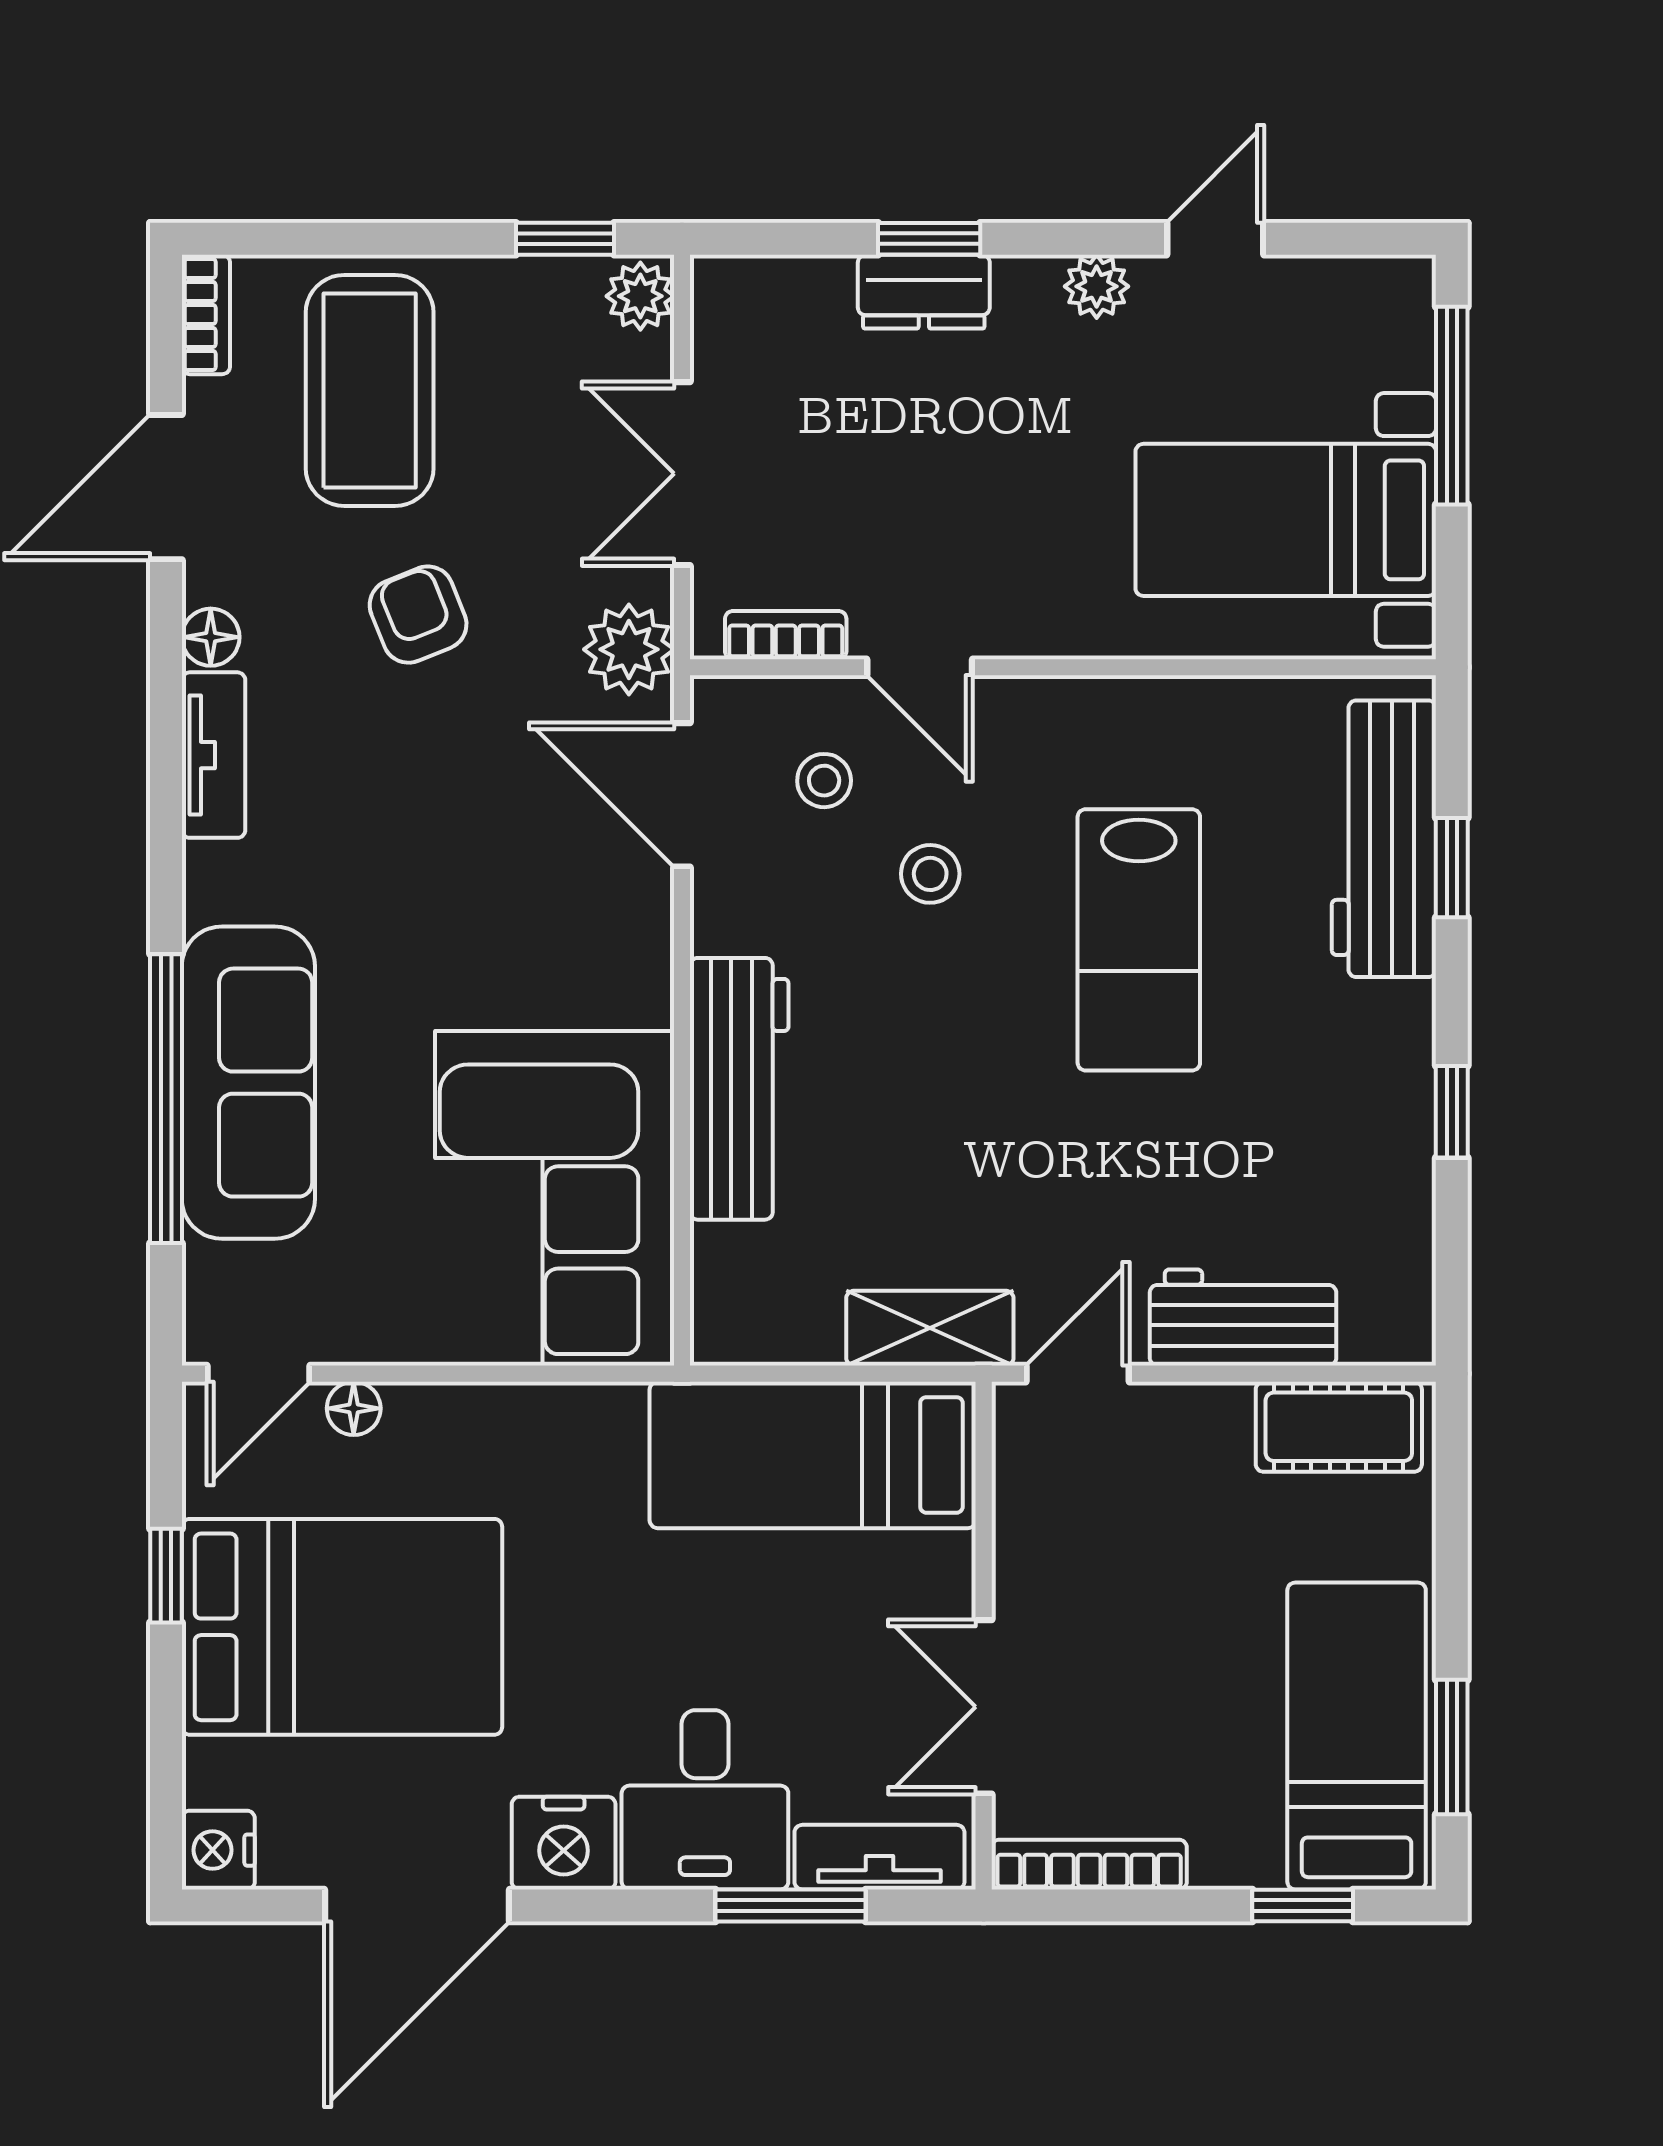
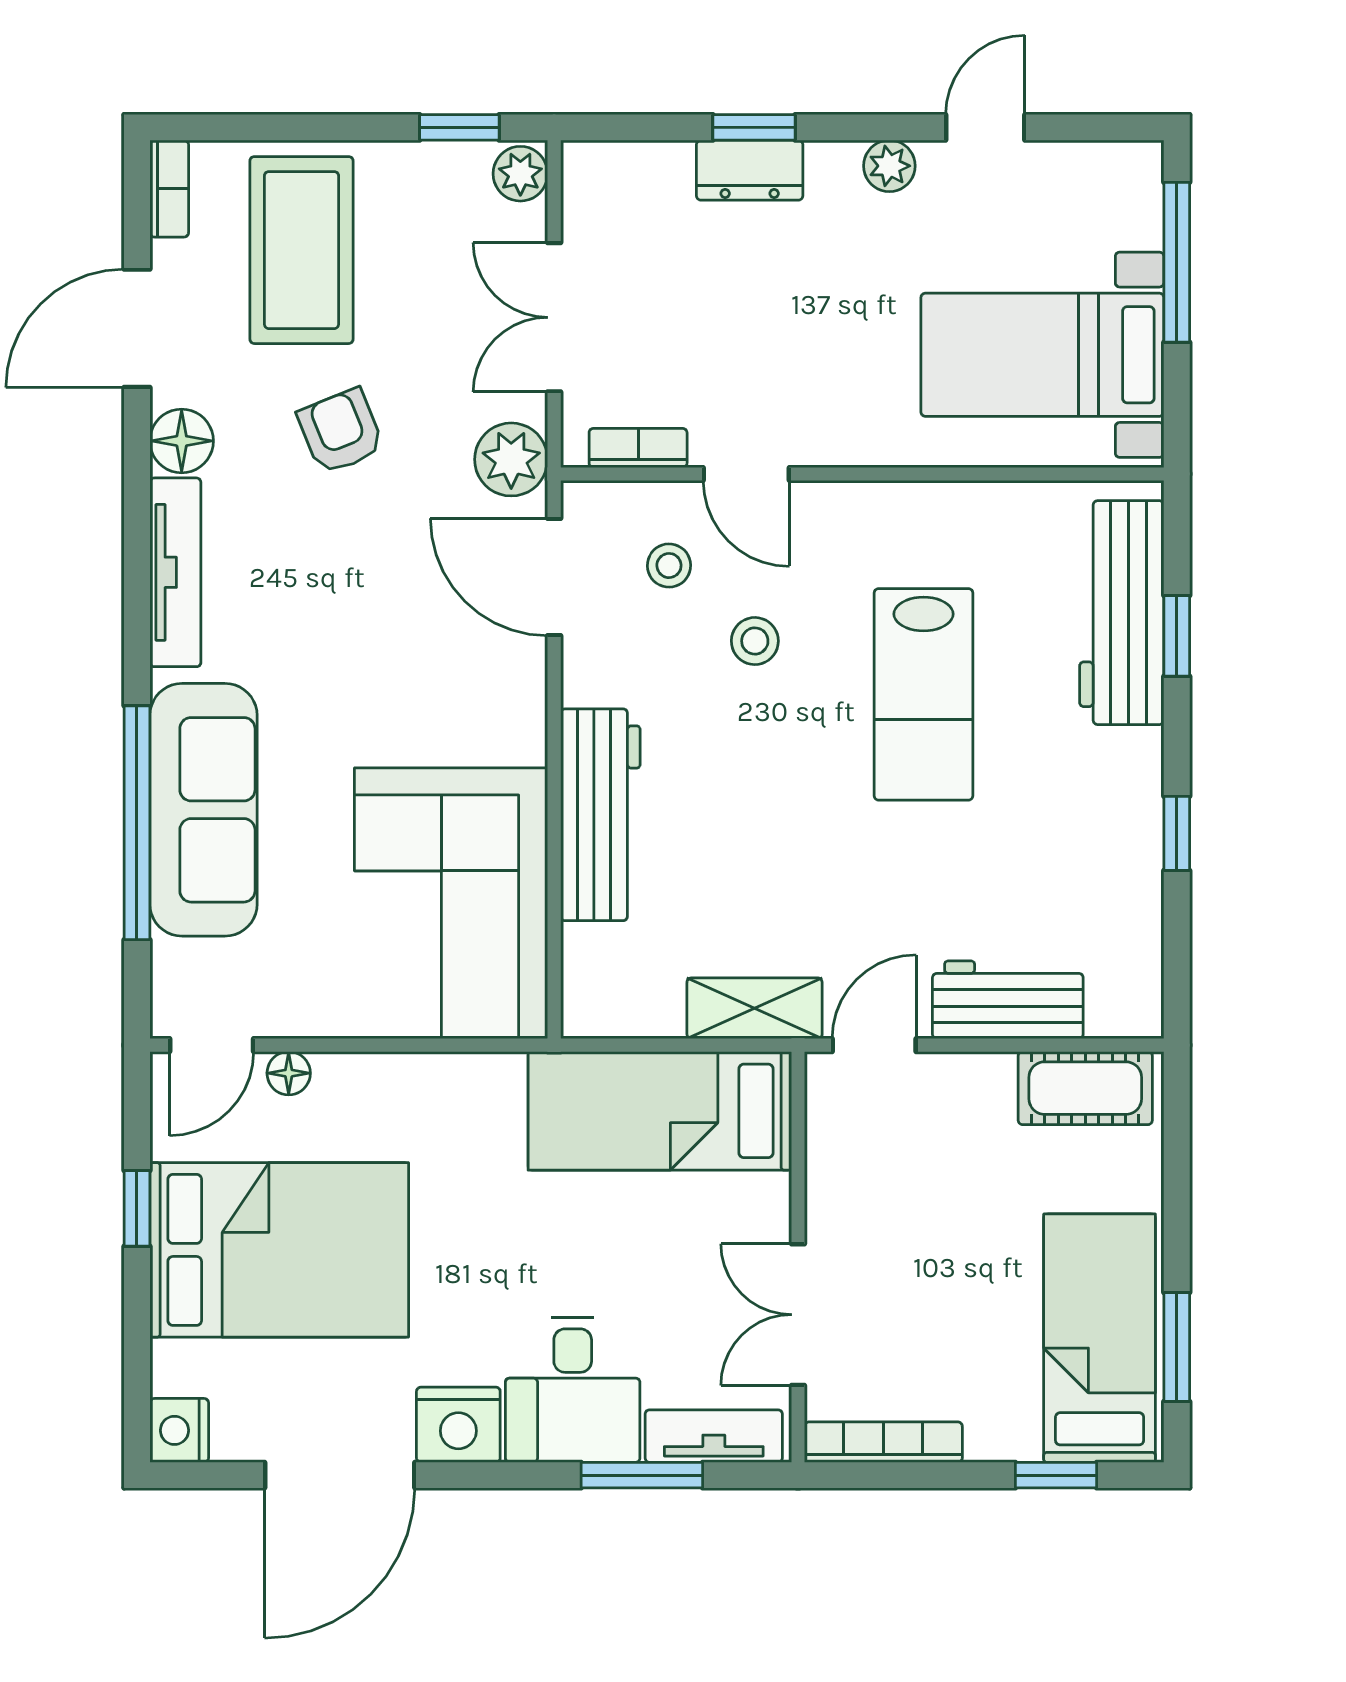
floor lamp: (211, 637) -> (182, 441), width x1.37, depth x1.37
tv unit: (214, 755) -> (175, 572), width x1.41

